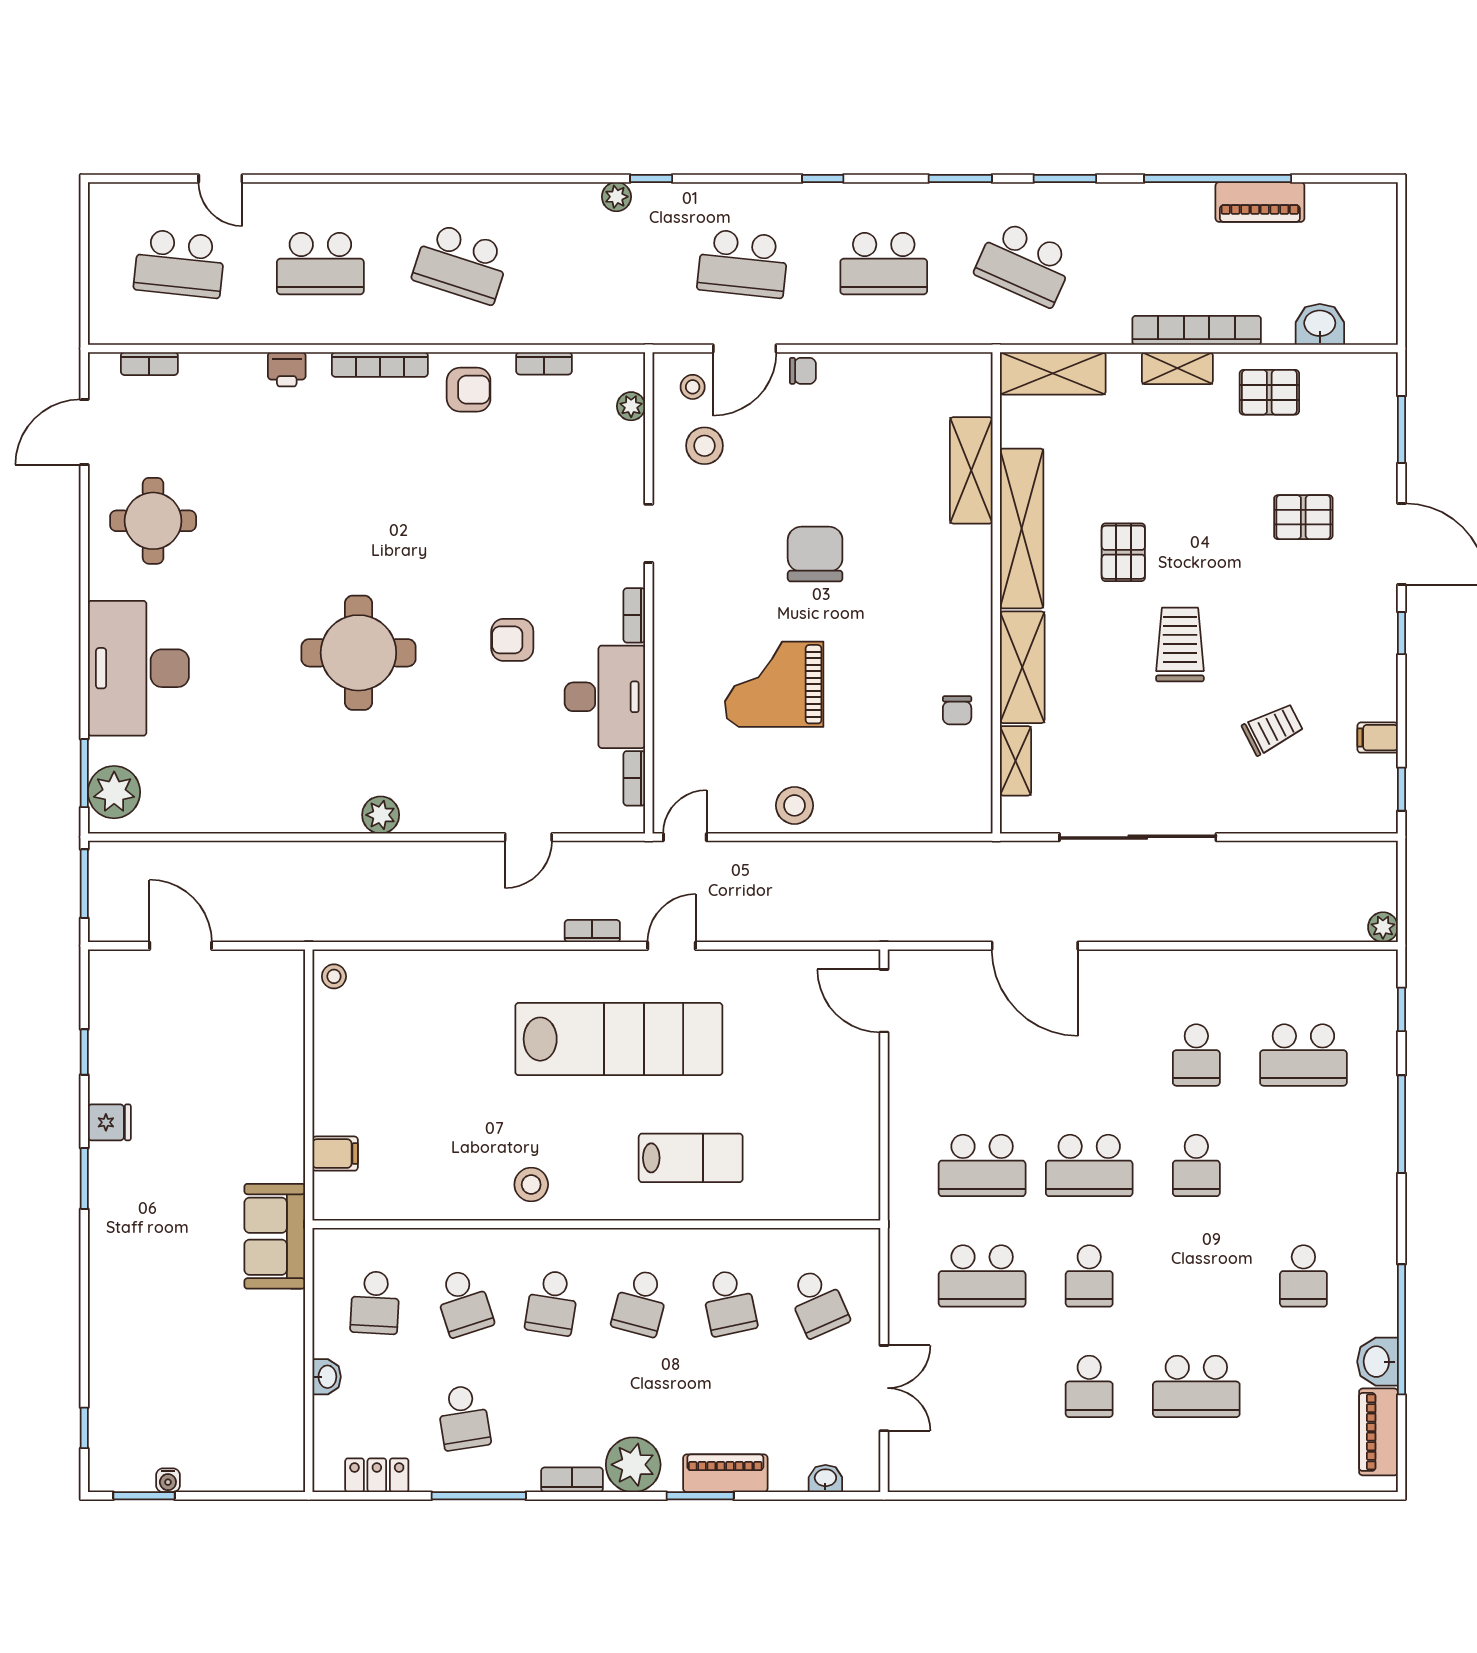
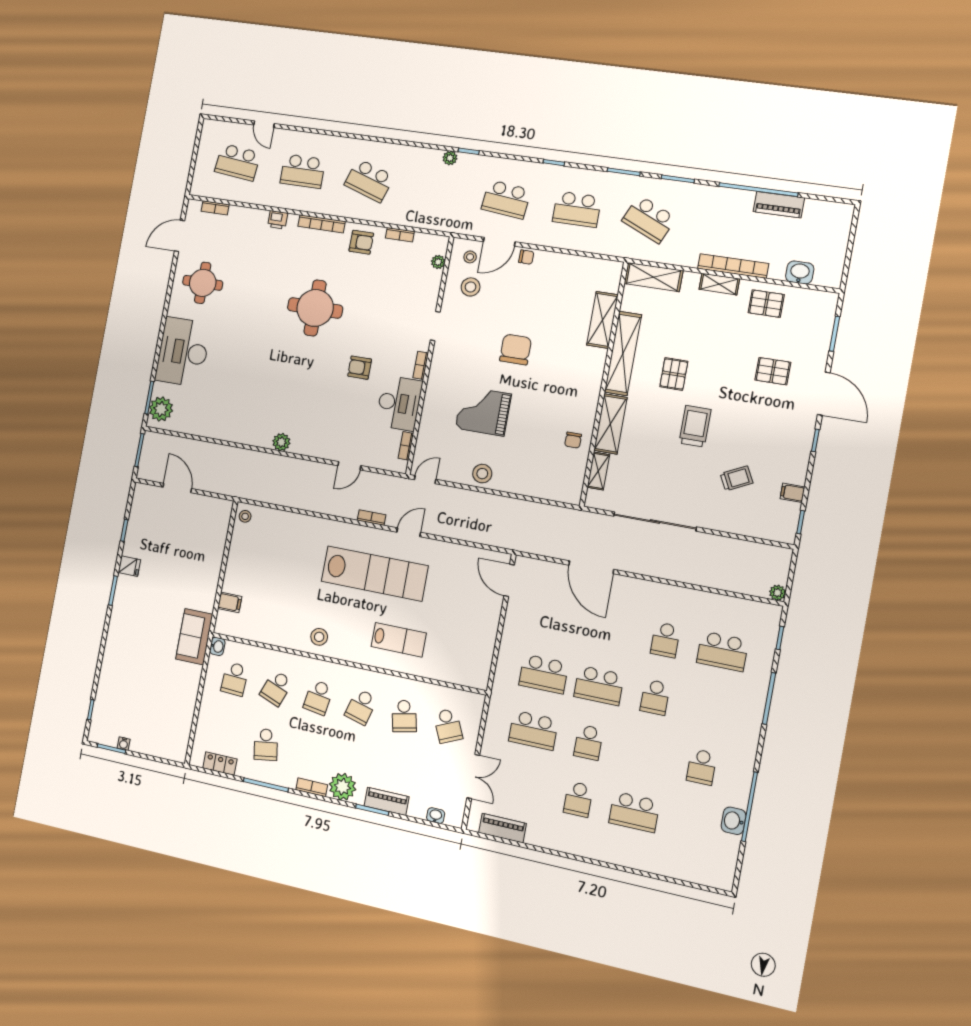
round table: (358, 653) -> (315, 308), moved
school desk: (464, 1303) -> (276, 688), turned 39
washbasin: (327, 1377) -> (217, 646), moved
piano: (1378, 1432) -> (503, 828), moved, turned 90

